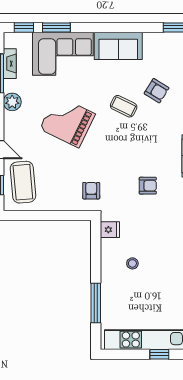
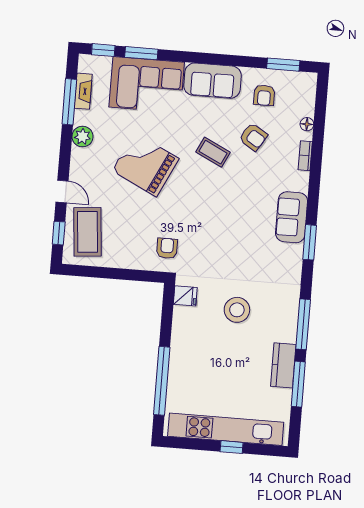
armchair: (148, 186) -> (264, 95), moved, turned 90
stool: (132, 263) -> (237, 310), moved, width x1.89, depth x1.89
window: (96, 303) -> (162, 381), width x1.46

